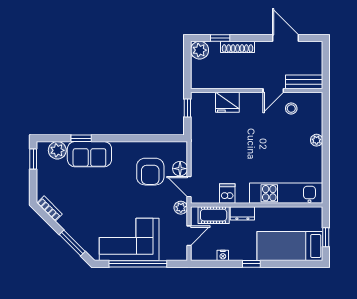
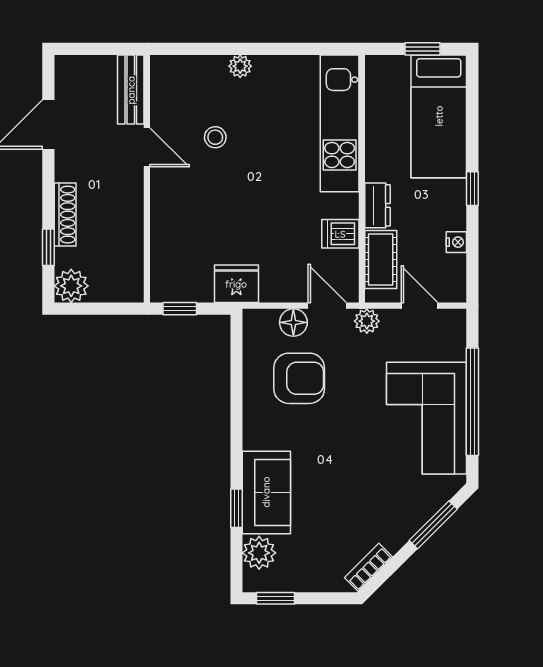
fridge: (227, 102) -> (236, 284), moved, turned -90
stool: (291, 109) -> (215, 137), moved
door: (189, 187) -> (327, 306), swing flipped

